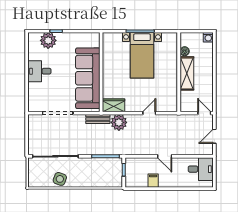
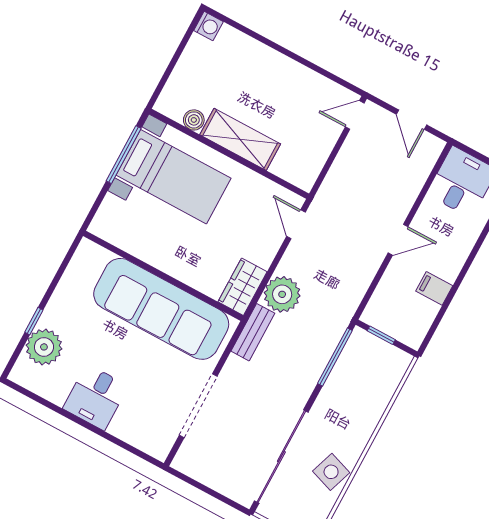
boiler: (185, 51) -> (194, 120), moved
wall: (179, 72) -> (229, 154), moved
shelving: (187, 73) -> (240, 139), moved

